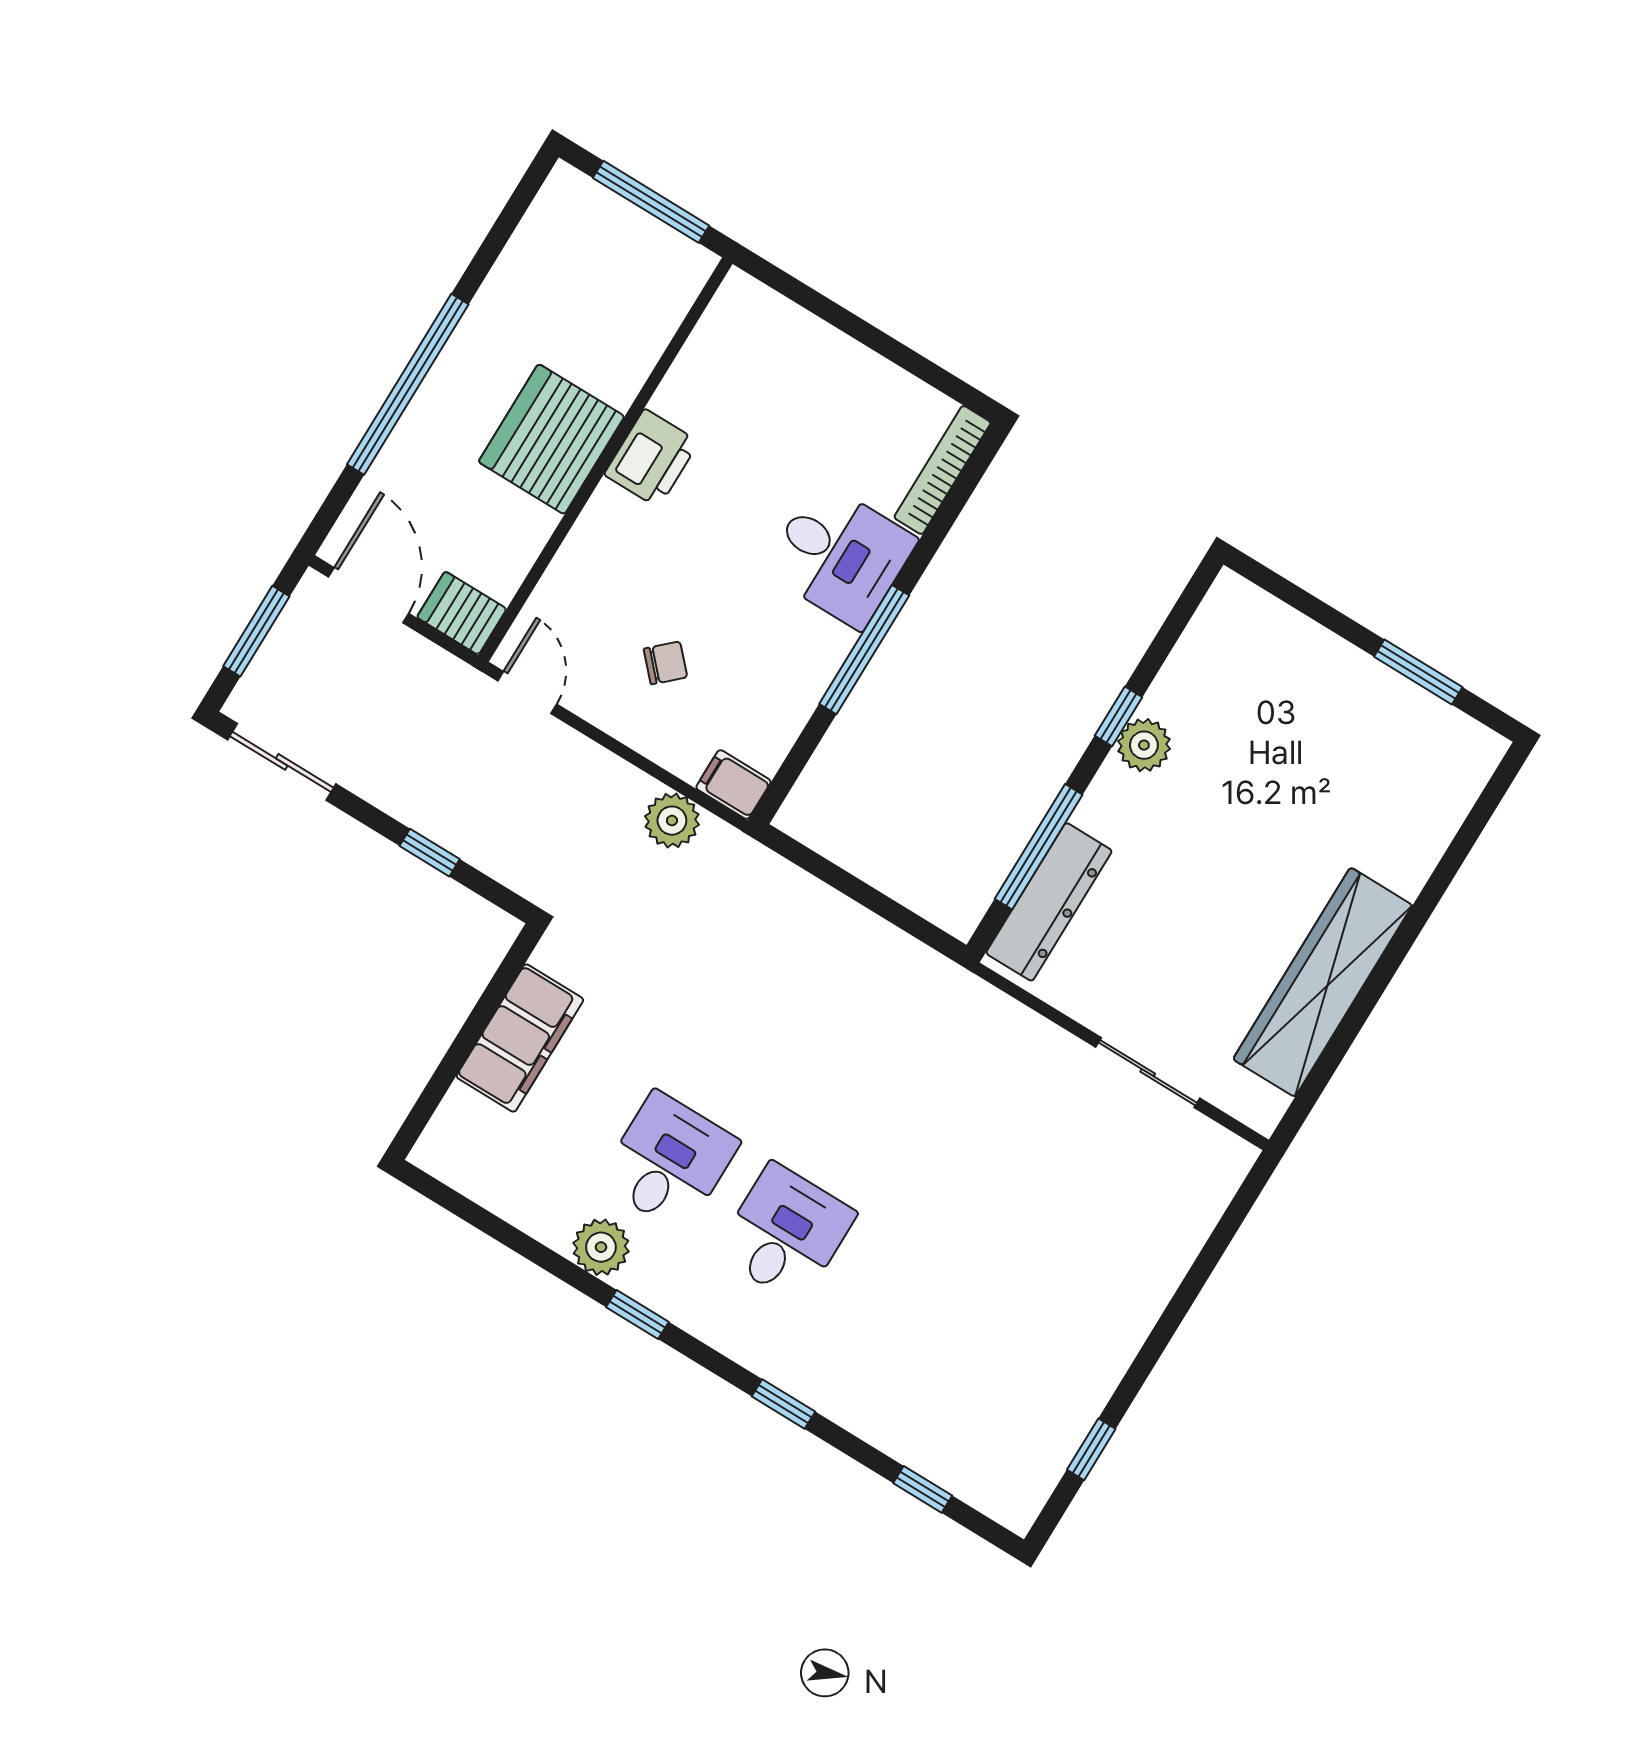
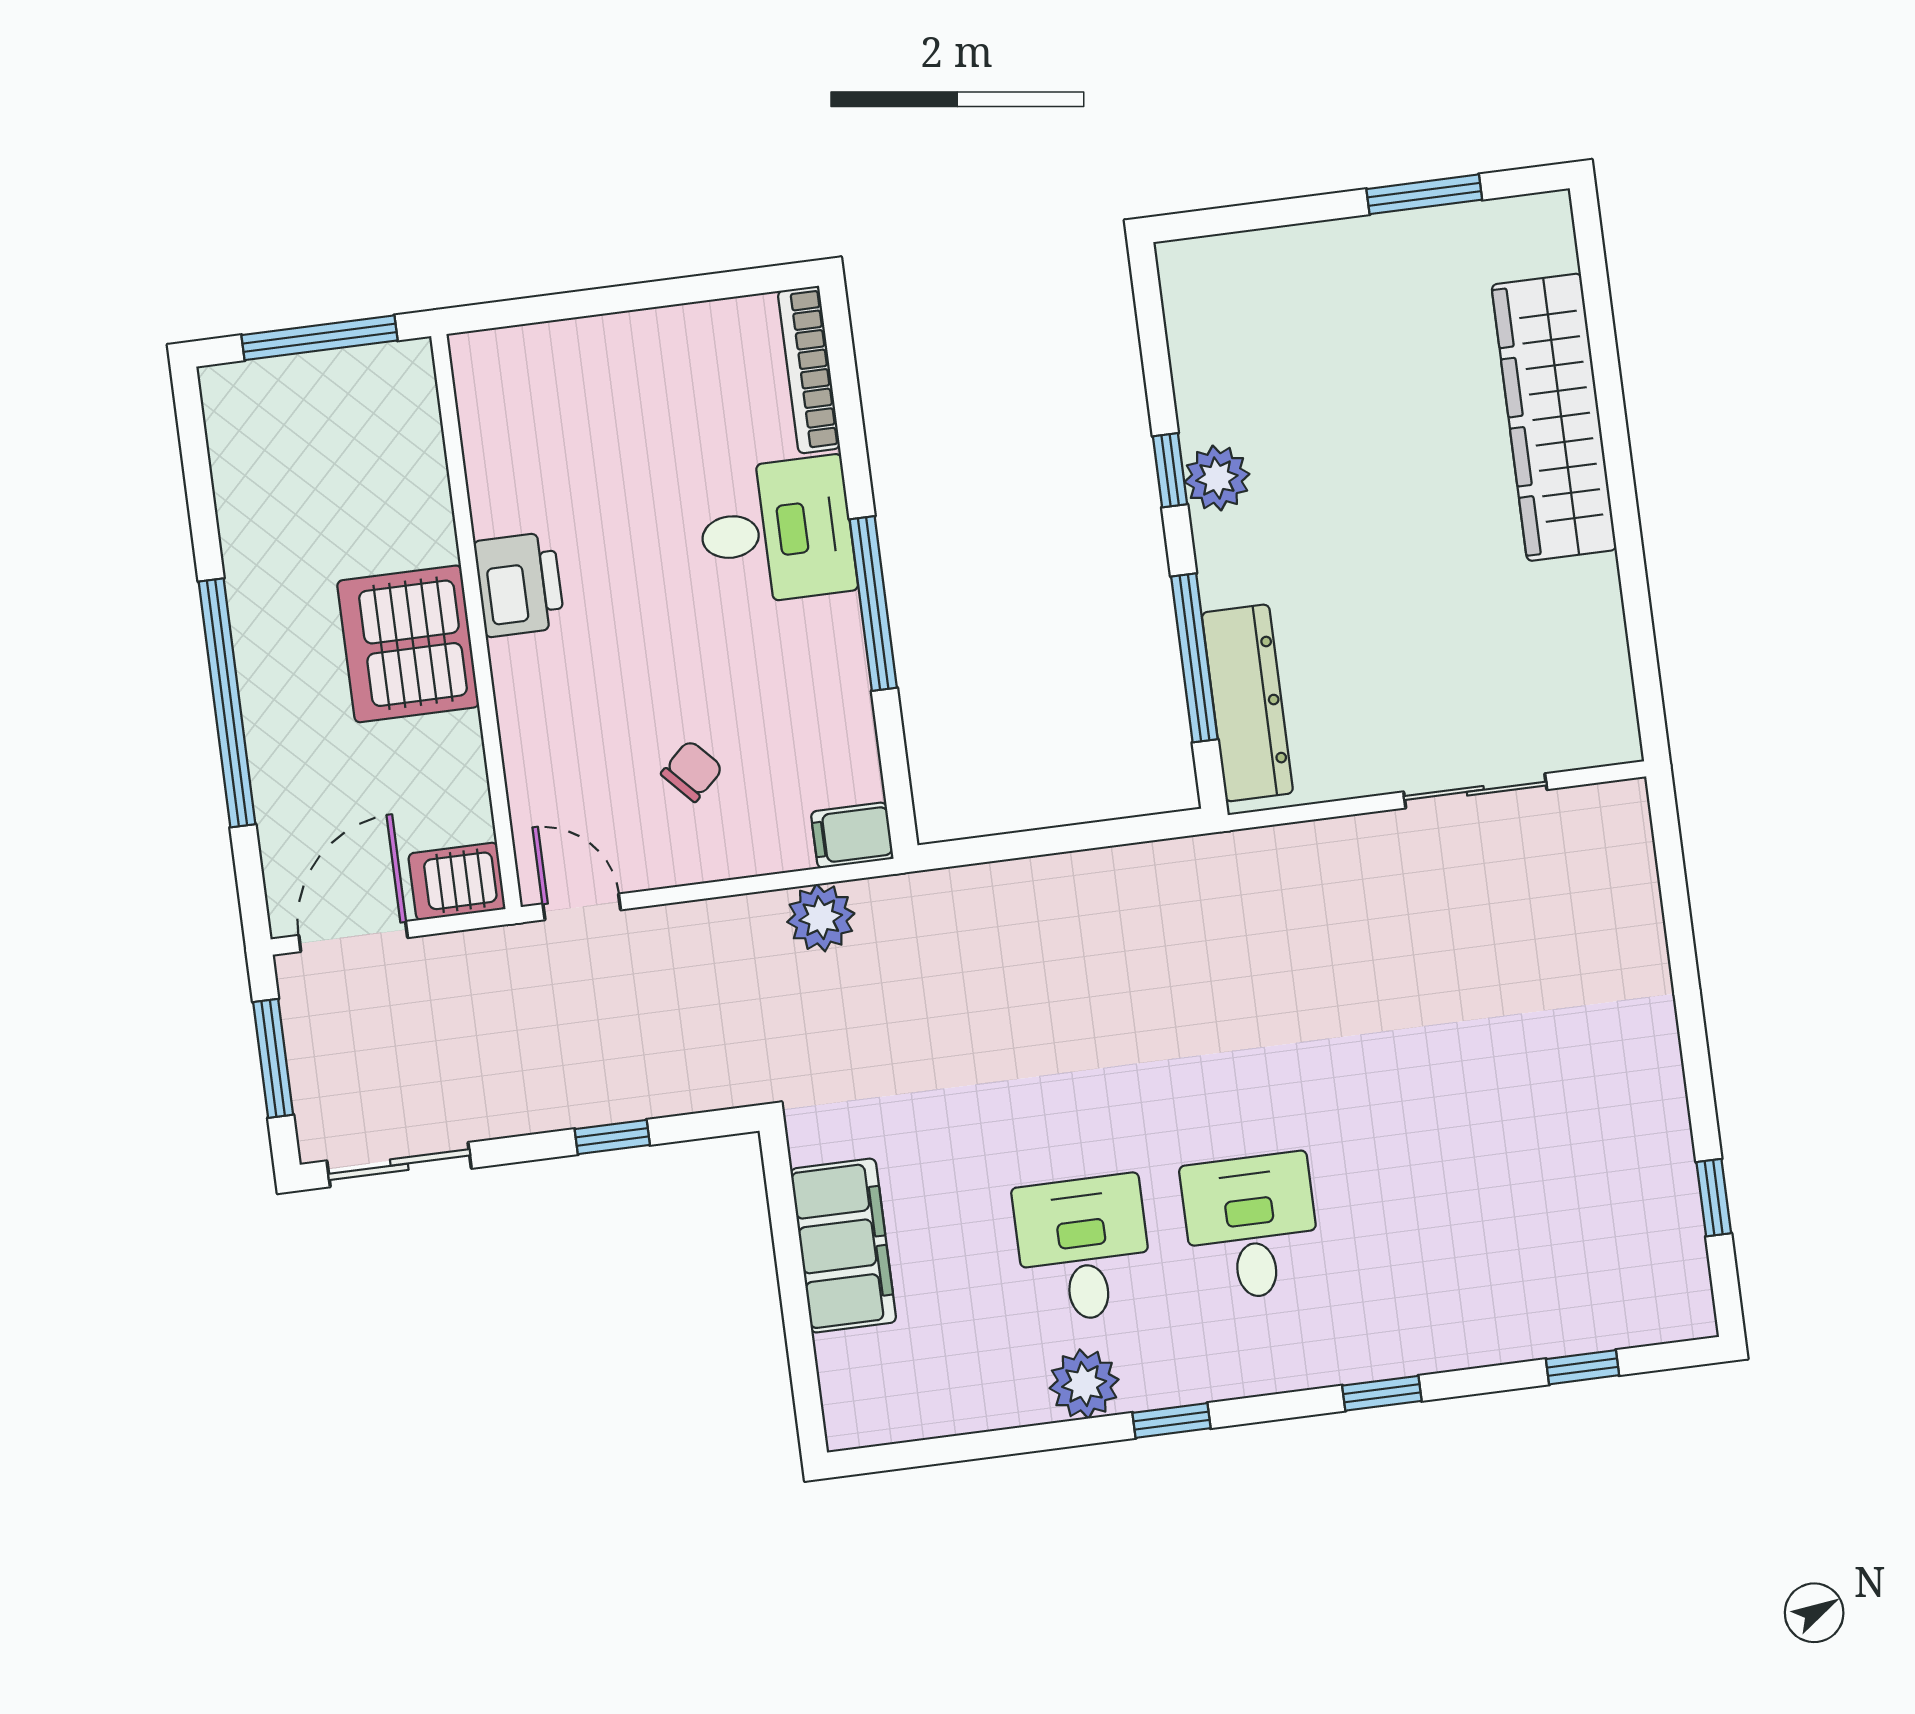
door: (368, 595) -> (353, 937), hinge flipped
wardrobe: (1323, 982) -> (1554, 417), moved

